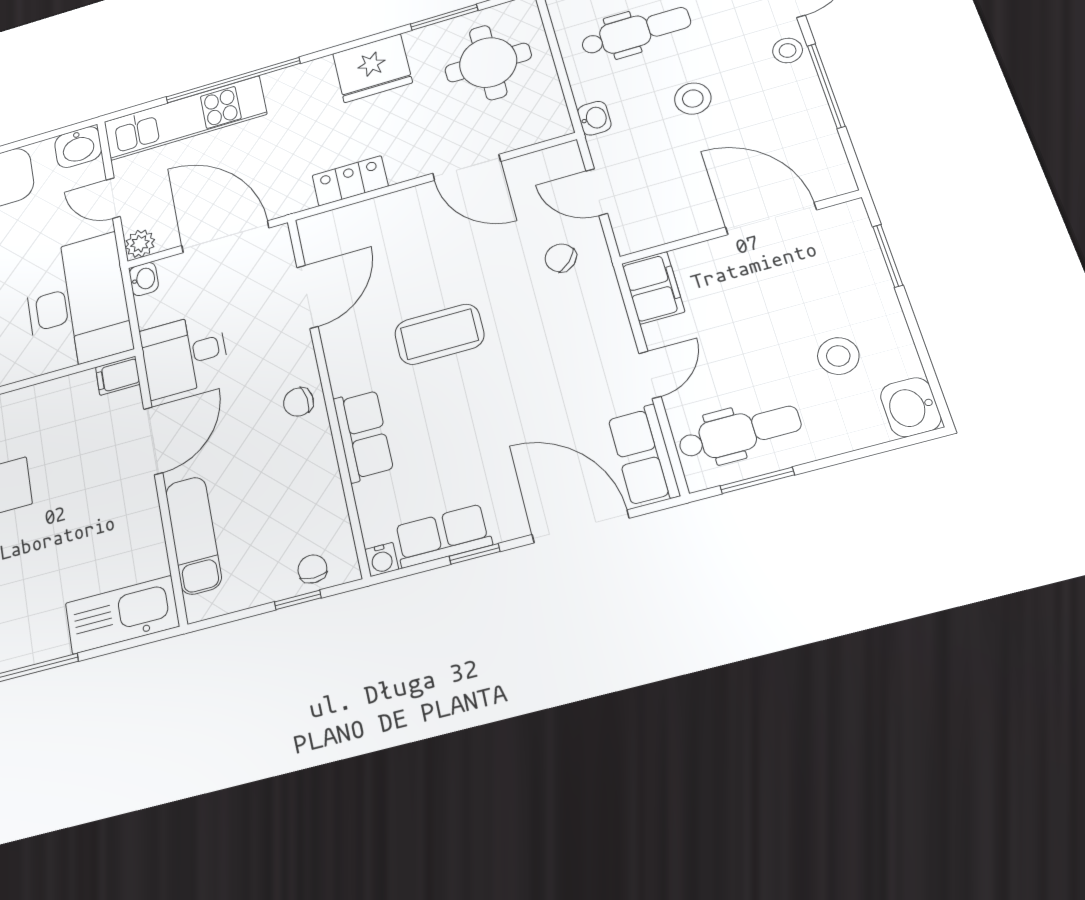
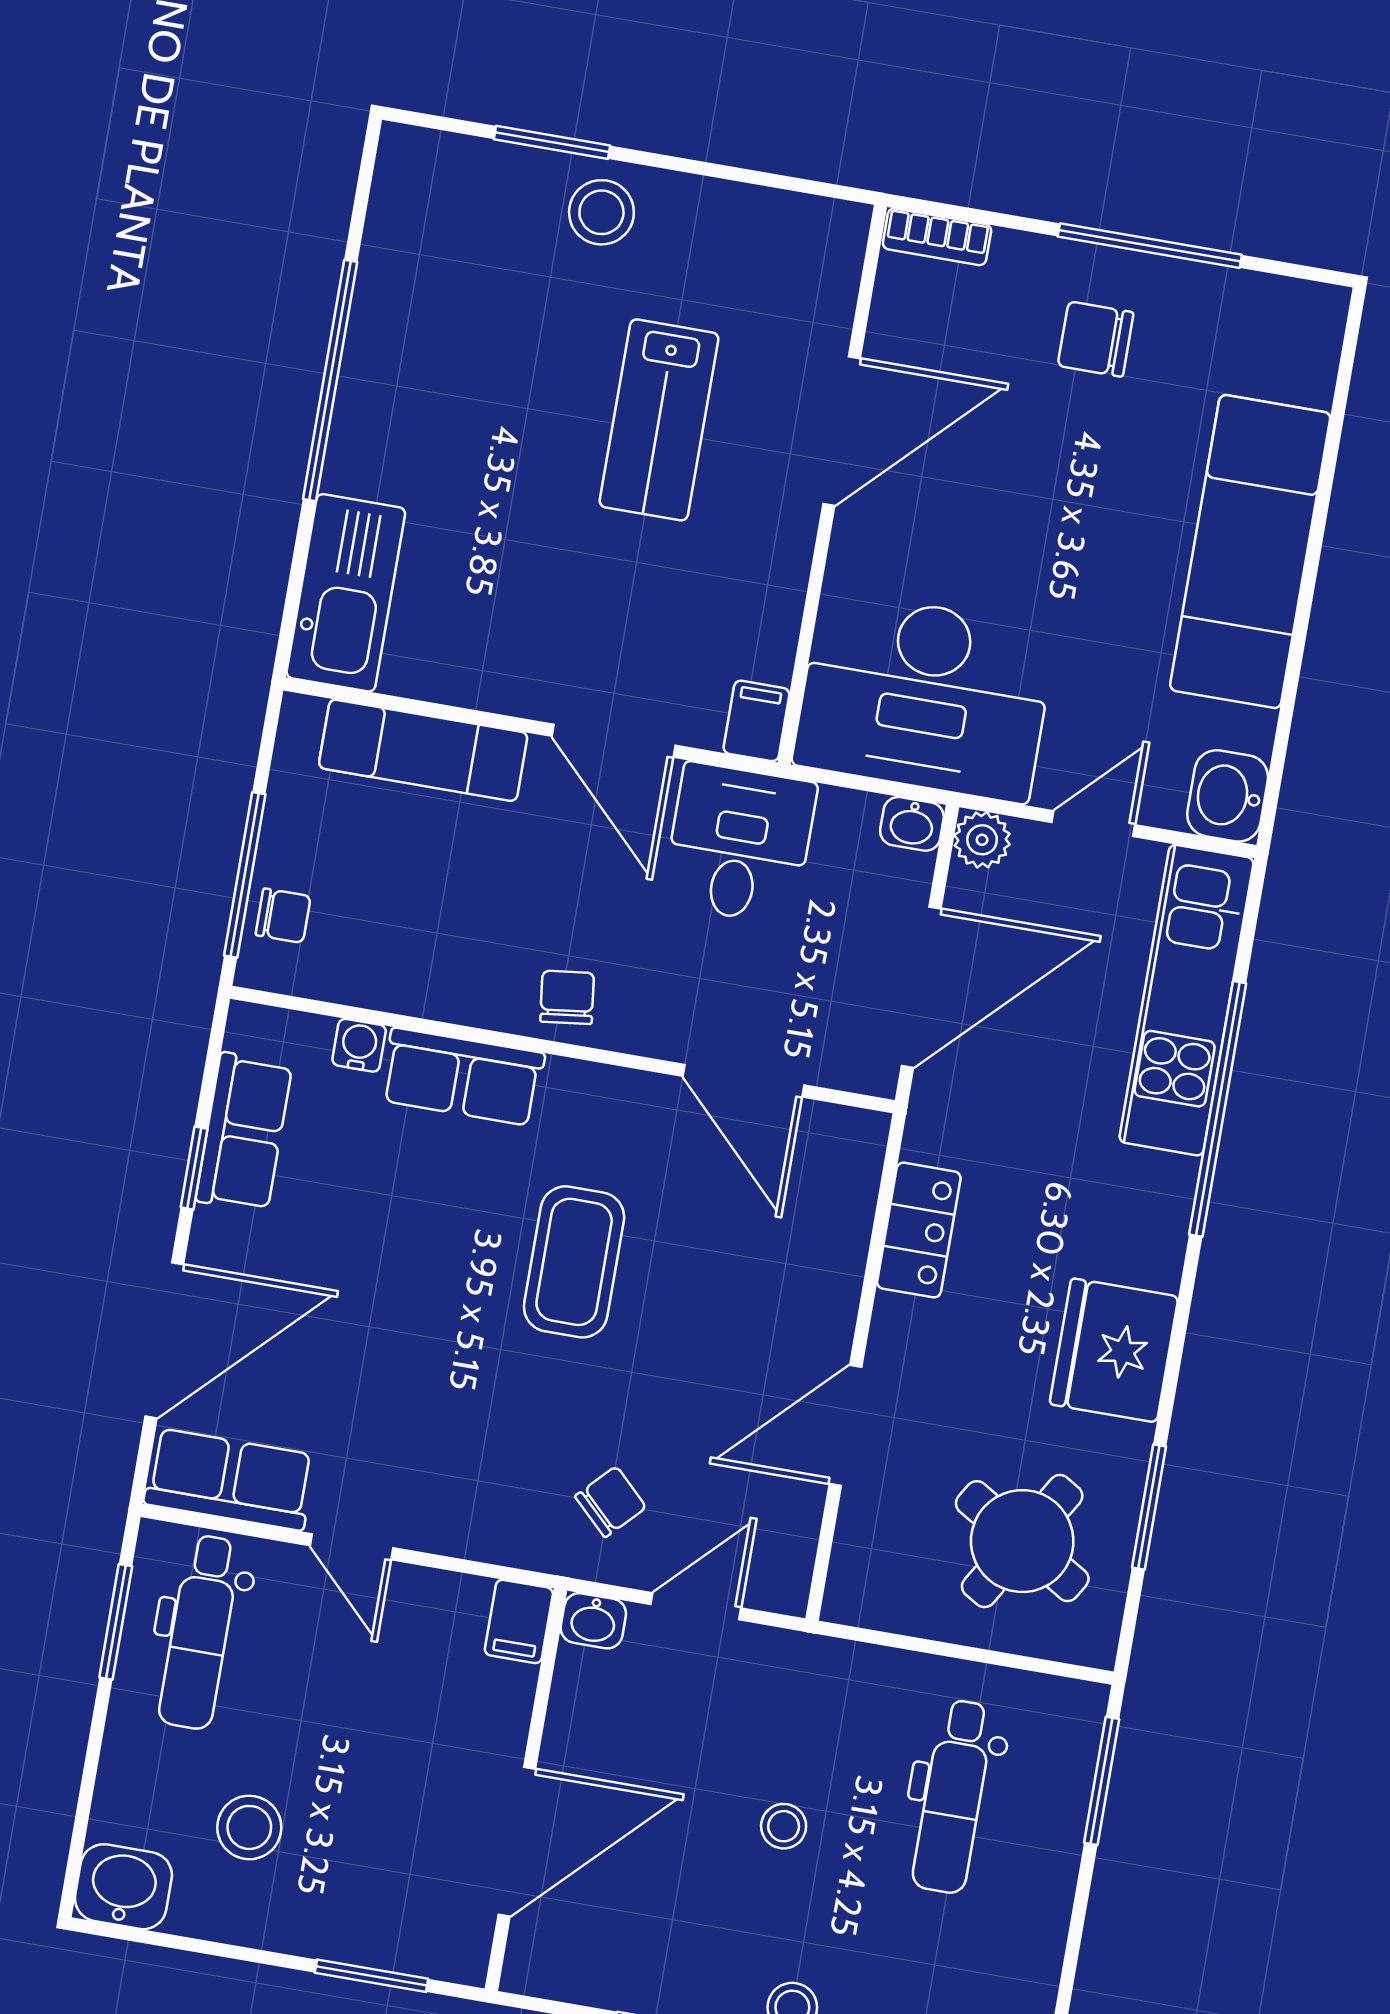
round table: (488, 63) -> (1022, 1541), turned 31
stool: (693, 99) -> (784, 1826), width x0.73, depth x0.73
washbasin: (594, 118) -> (593, 1621), moved
filing cabinet: (653, 288) -> (519, 1621), width x0.50
water cooler: (382, 559) -> (359, 1045), moved, turned 90
window: (298, 600) -> (245, 875), width x2.17

